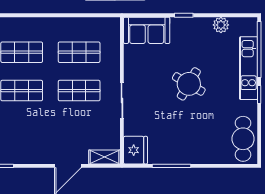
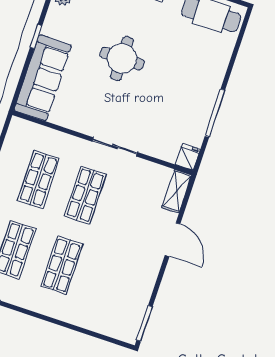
sofa: (147, 30) -> (43, 78), width x1.36
round table: (189, 84) -> (122, 58), turned -30
fridge: (135, 150) -> (188, 157), width x0.53, depth x0.75

